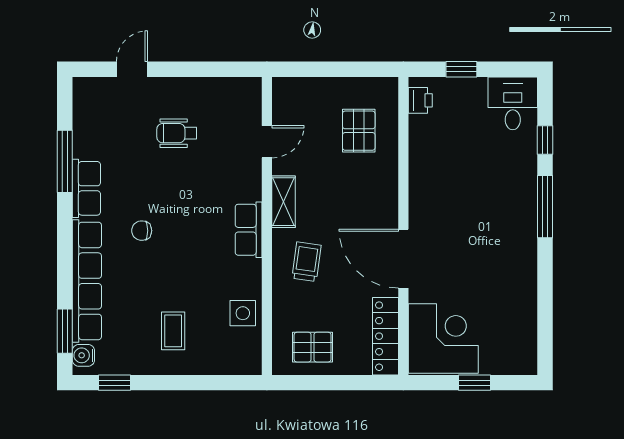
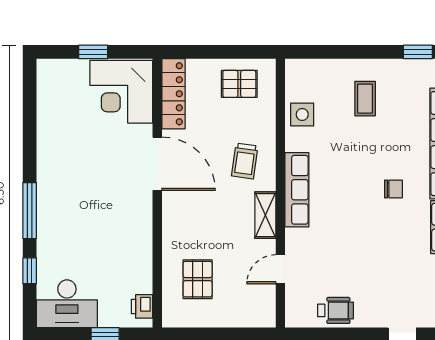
desk: (513, 103) -> (67, 304), width x1.37
wheelchair: (177, 133) -> (336, 310), moved
row of seats: (249, 230) -> (297, 190), width x1.48

